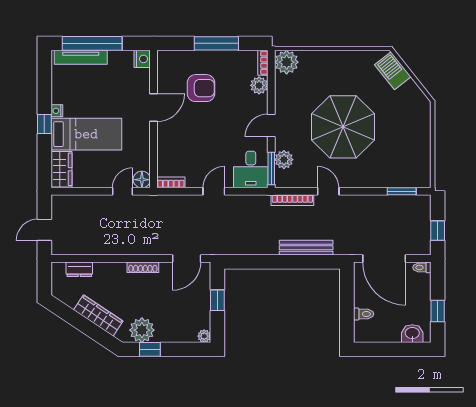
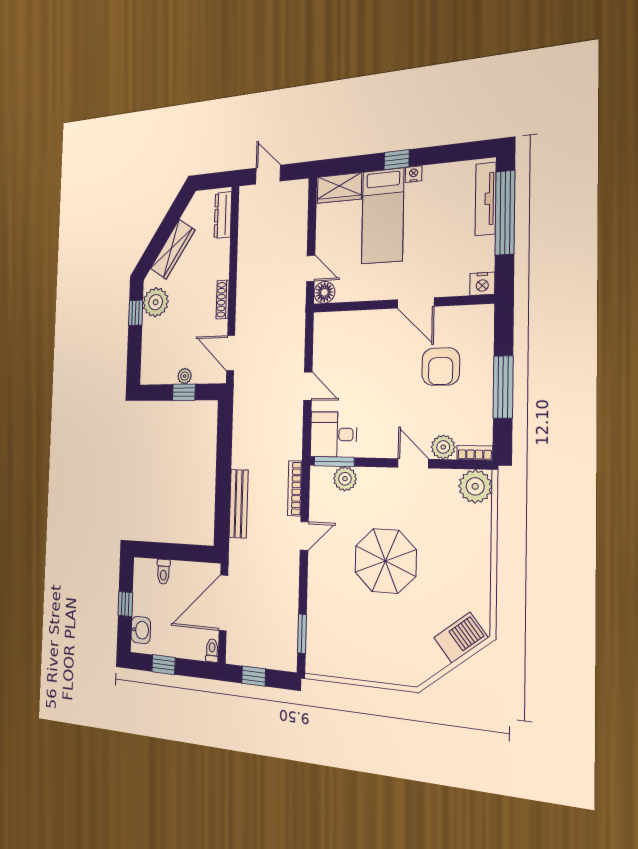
door: (271, 125) -> (413, 463), moved
parasol: (343, 127) -> (385, 561), width x0.73, depth x0.73
bookcase: (171, 182) -> (320, 330), removed
dresser: (79, 269) -> (223, 215), width x1.44
plant: (204, 336) -> (185, 376), moved
window: (392, 349) -> (125, 604), added

